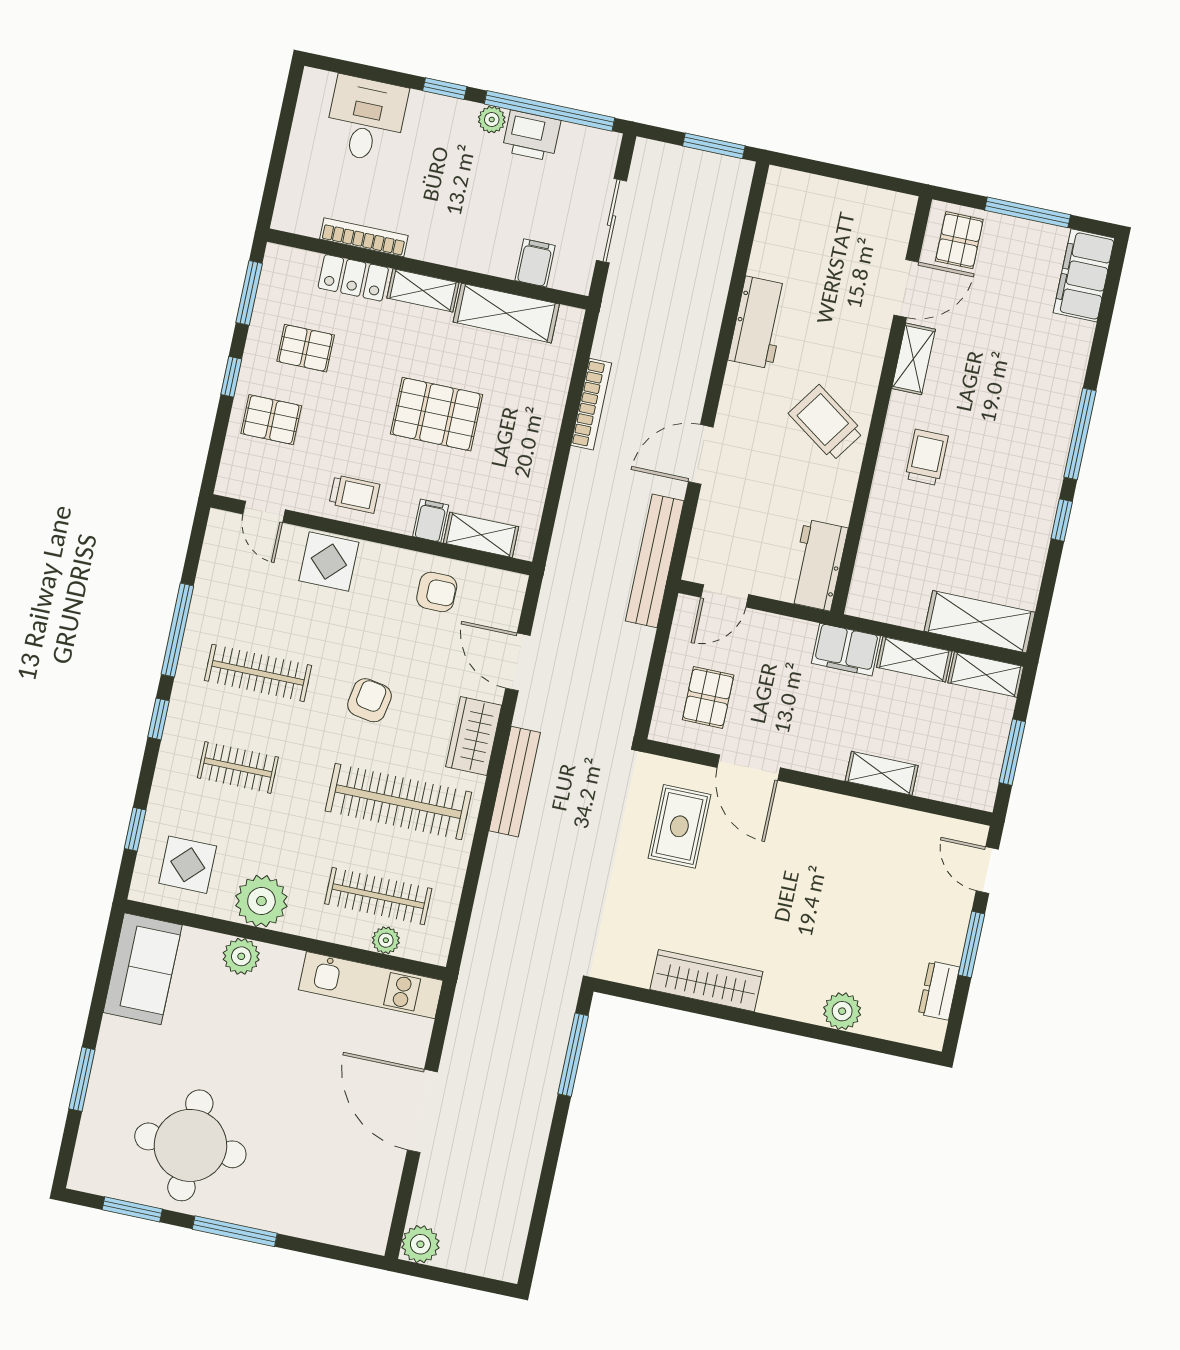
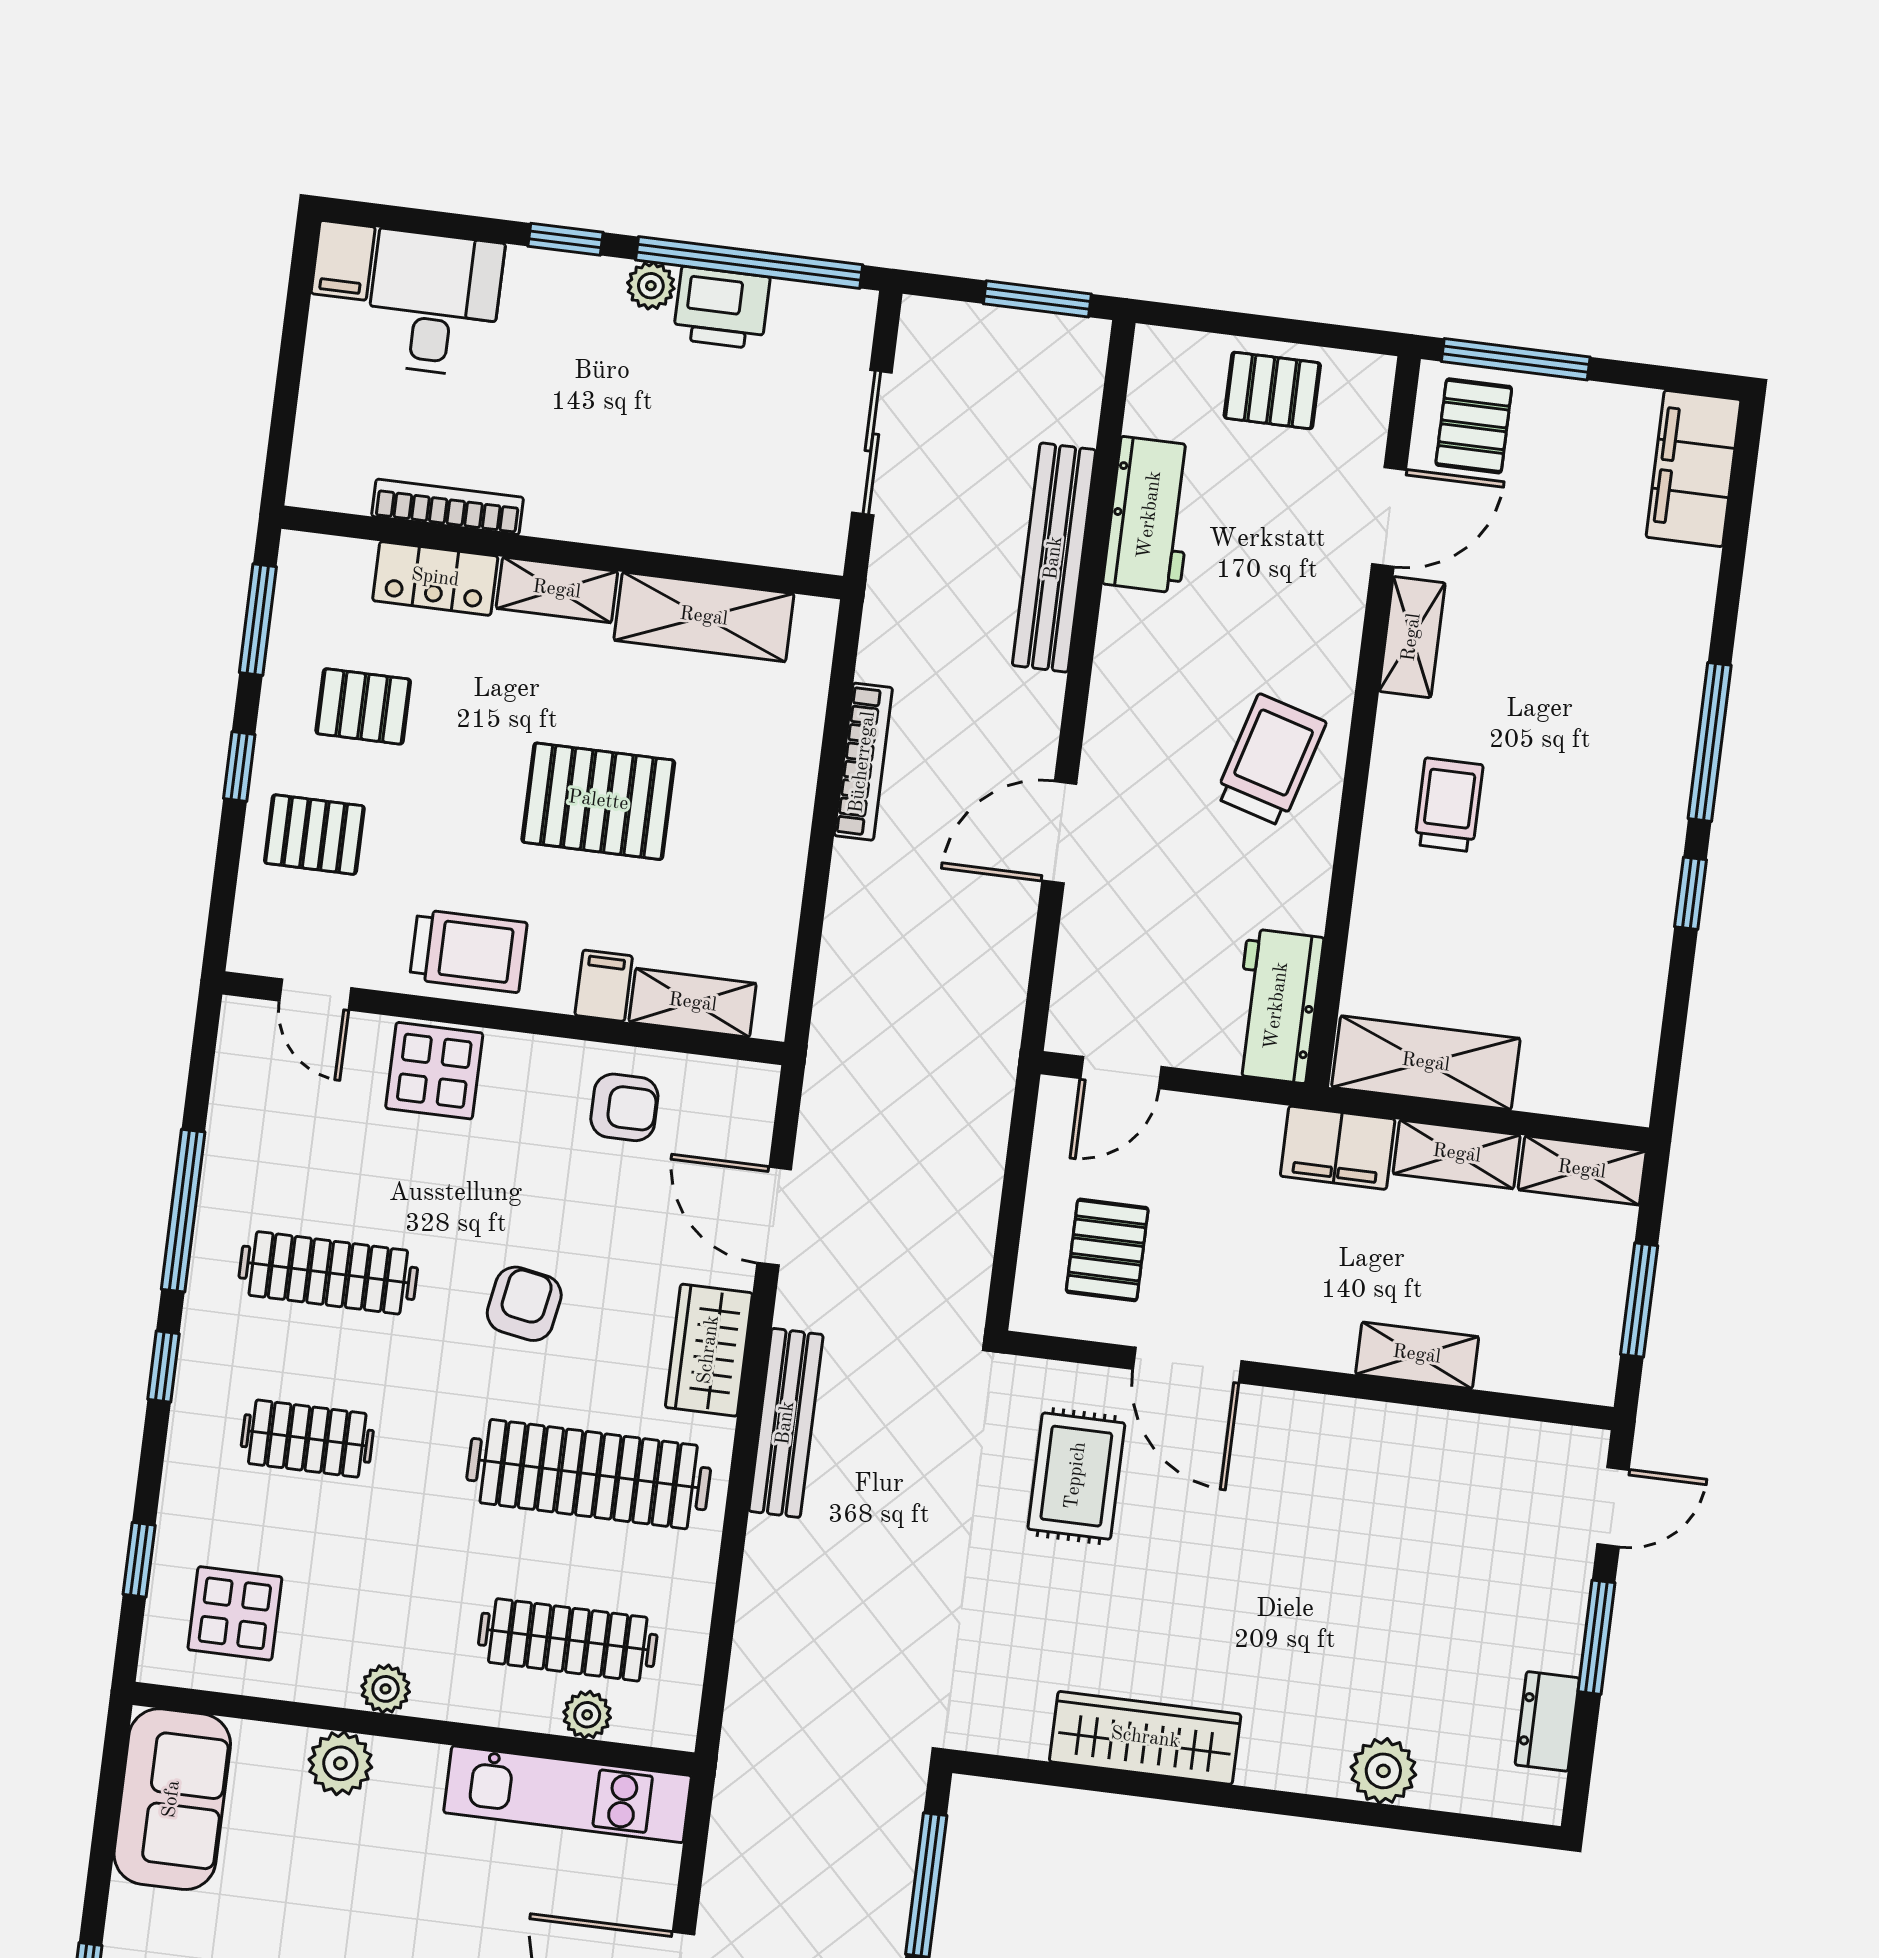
pallet: (845, 210) -> (1272, 390), added
window: (1028, 212) -> (1516, 359), moved
filing cabinet: (535, 263) -> (343, 260), moved, turned 180
workbench: (758, 323) -> (1150, 515), moved
trolley: (826, 423) -> (1270, 760), turned 71
trolley: (354, 494) -> (468, 951), width x1.36, depth x1.39
bench: (655, 561) -> (1054, 558), moved
shelving: (980, 622) -> (1426, 1063), moved
door: (987, 870) -> (1613, 1507), swing flipped
plant: (261, 901) -> (386, 1689), width x0.53, depth x0.53

